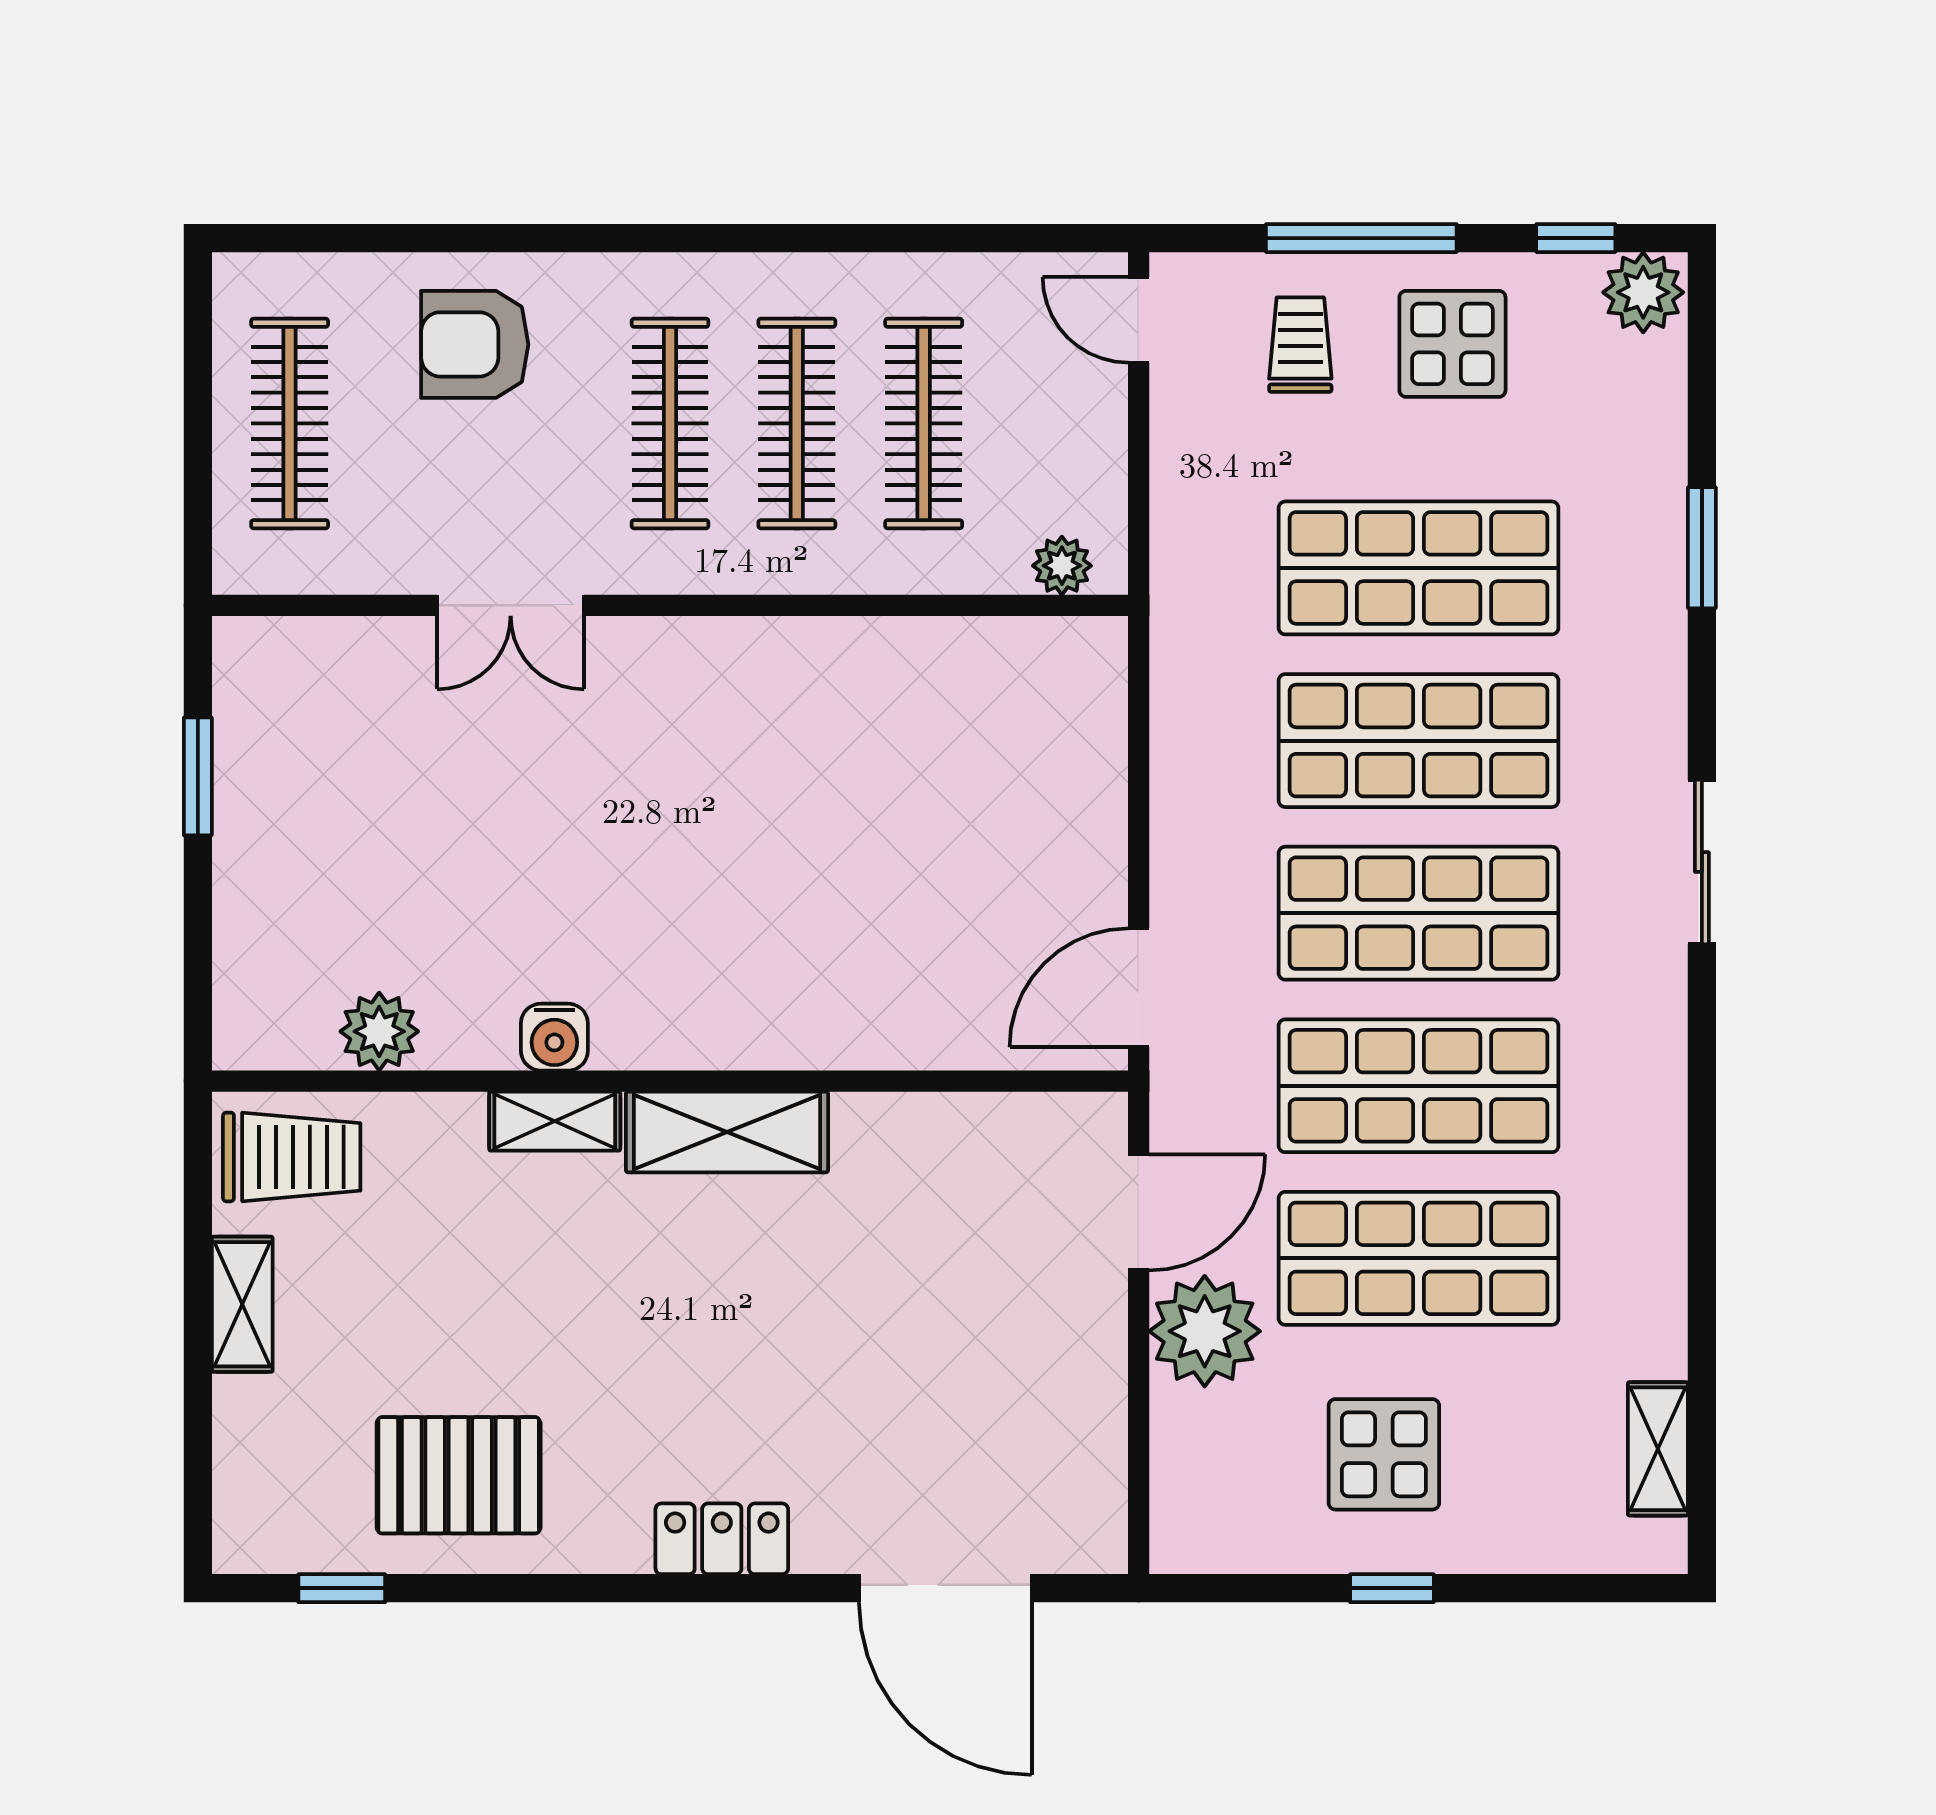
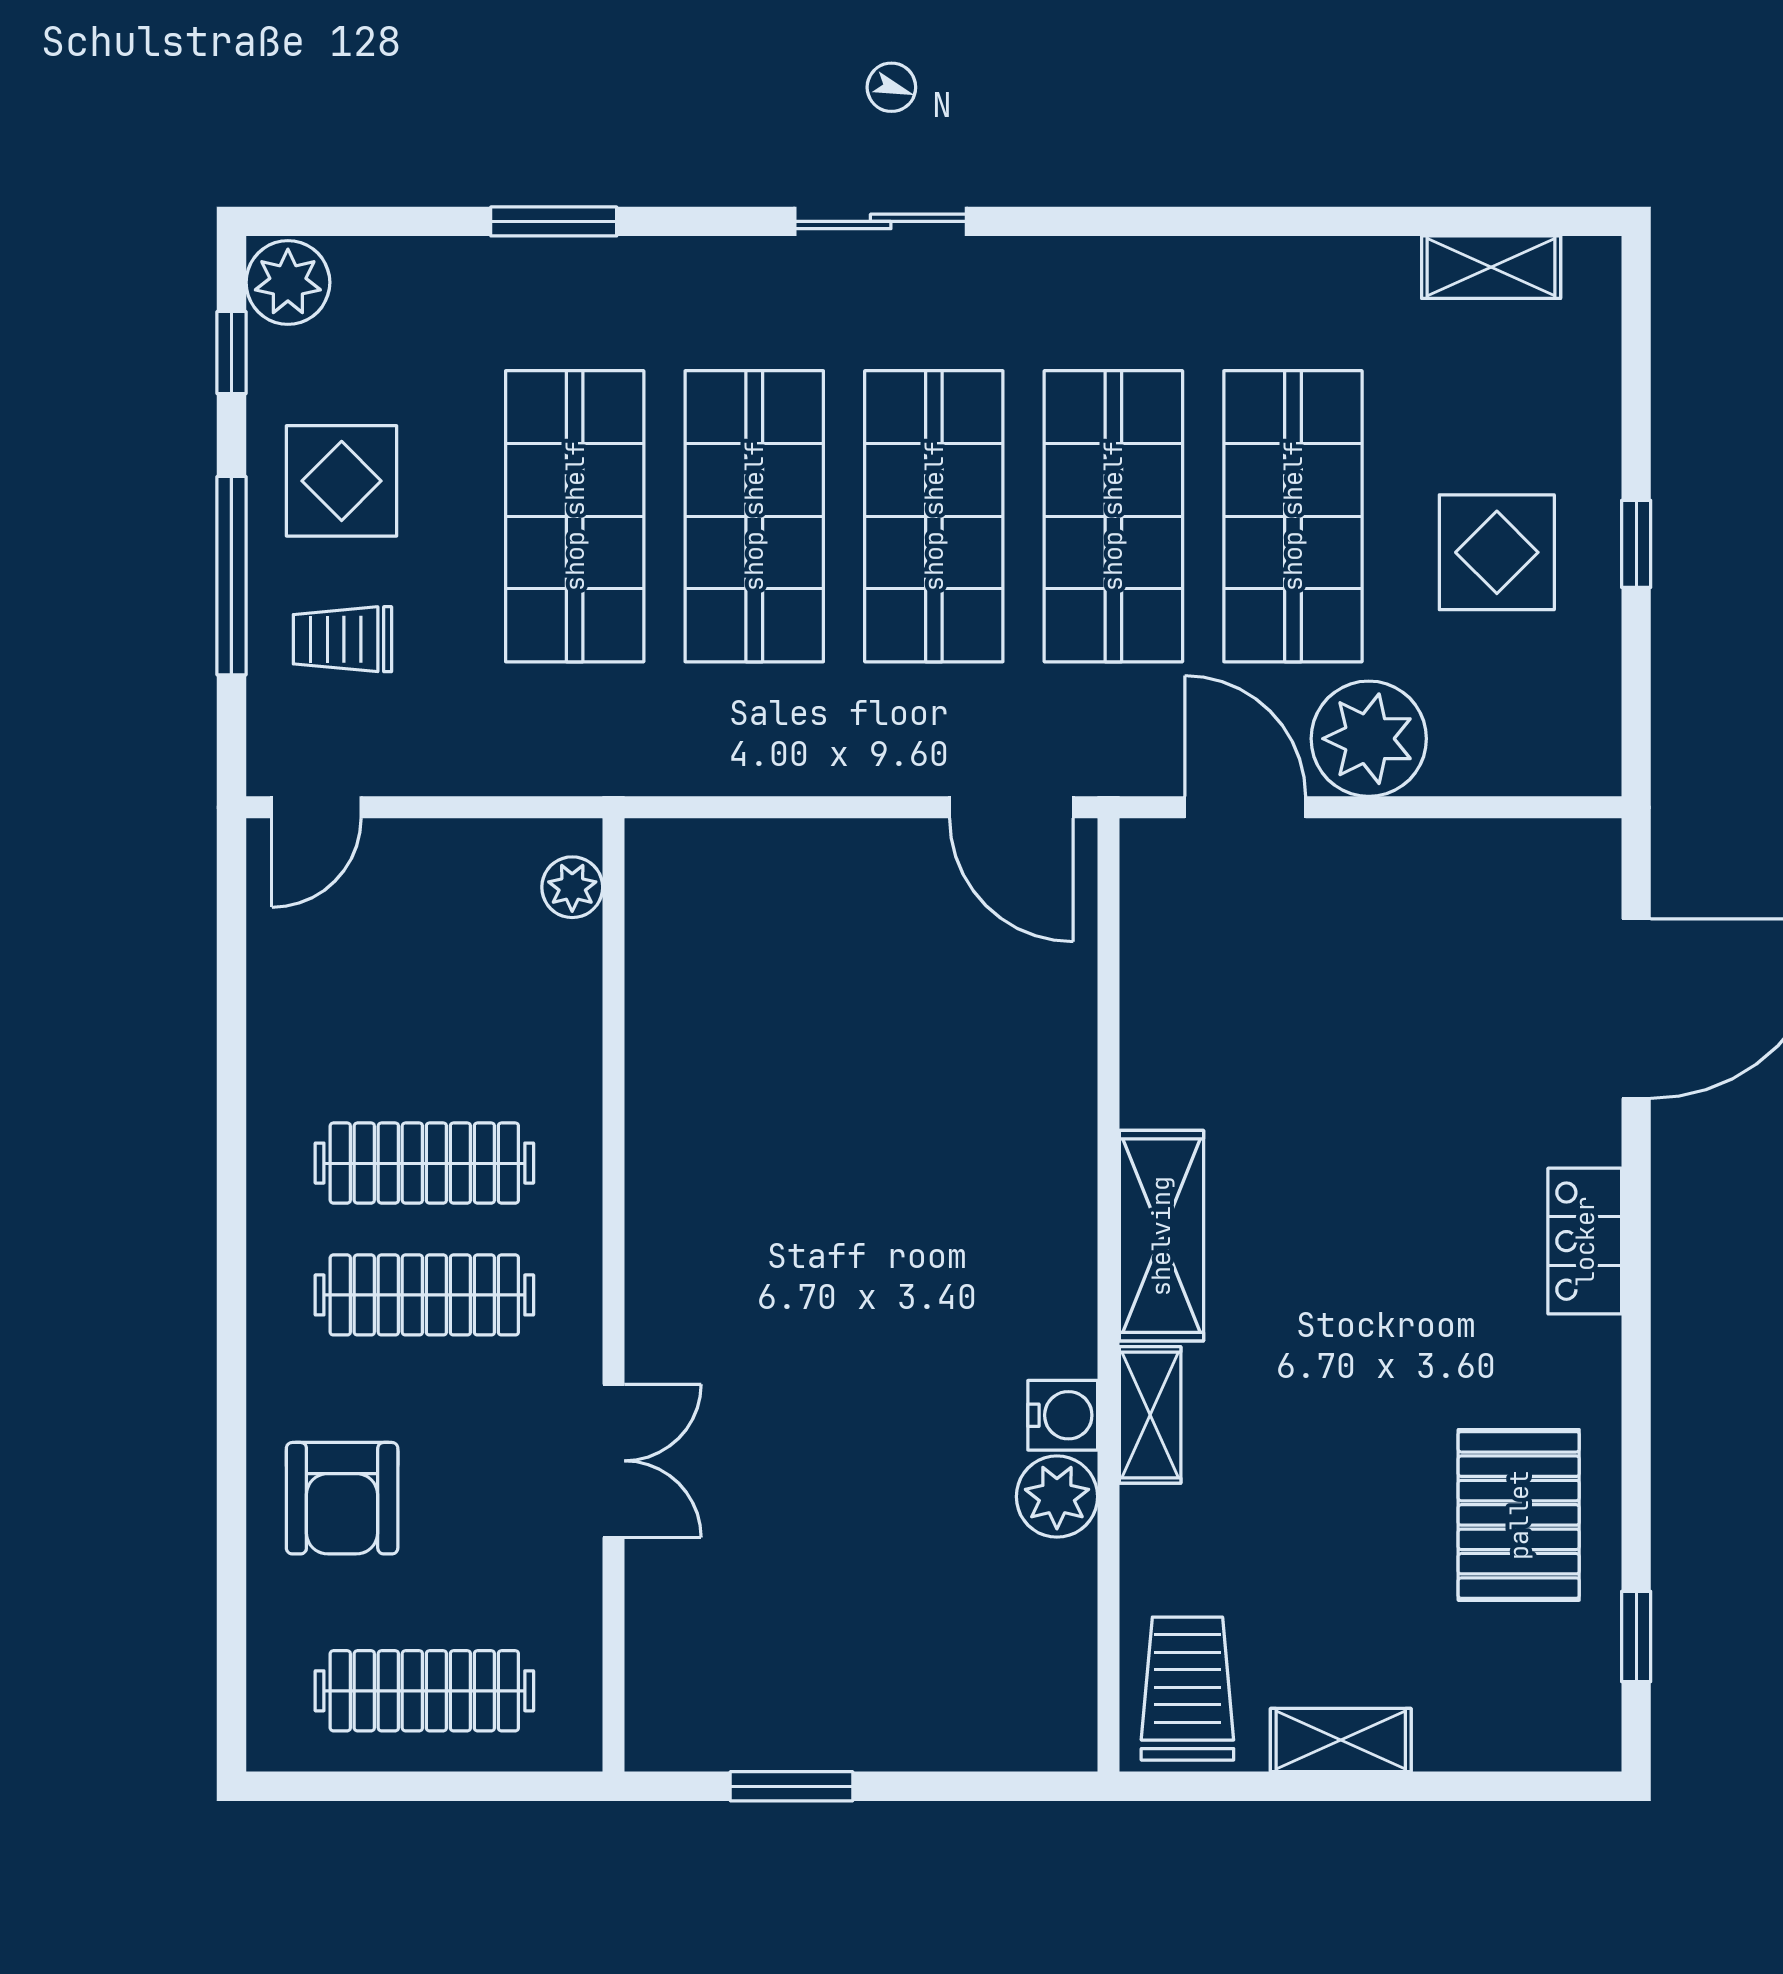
clothes rail: (924, 423) -> (424, 1031), removed
plant: (379, 1031) -> (1057, 1497), moved

